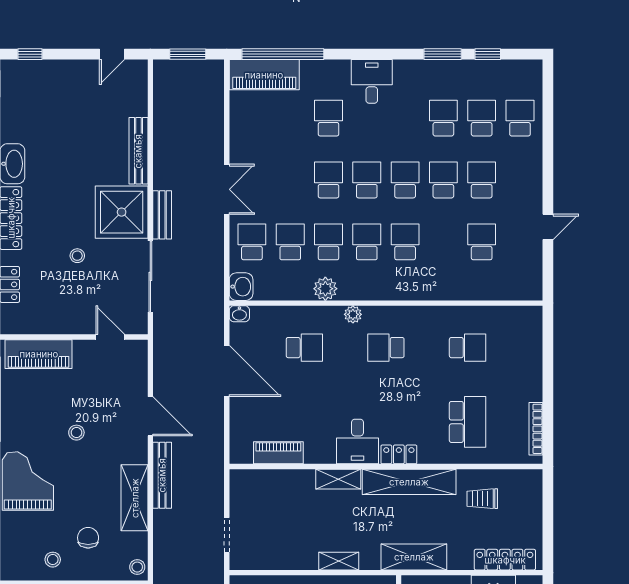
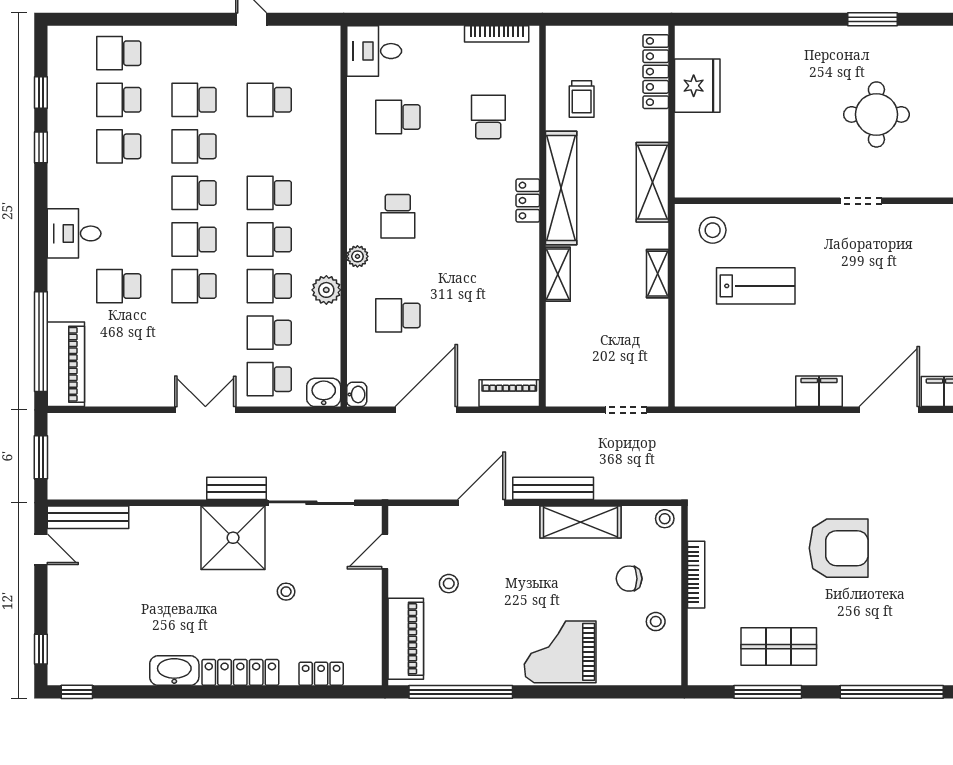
window: (443, 54) -> (41, 147), width x0.67
bench: (138, 151) -> (88, 517), moved
school desk: (304, 348) -> (398, 315), turned -90
school desk: (468, 348) -> (398, 117), turned -90
school desk: (468, 422) -> (488, 117), width x0.54
stool: (76, 433) -> (449, 584), moved
desk: (357, 441) -> (374, 51), moved, turned 180
piano: (278, 453) -> (509, 393), moved, turned 90

